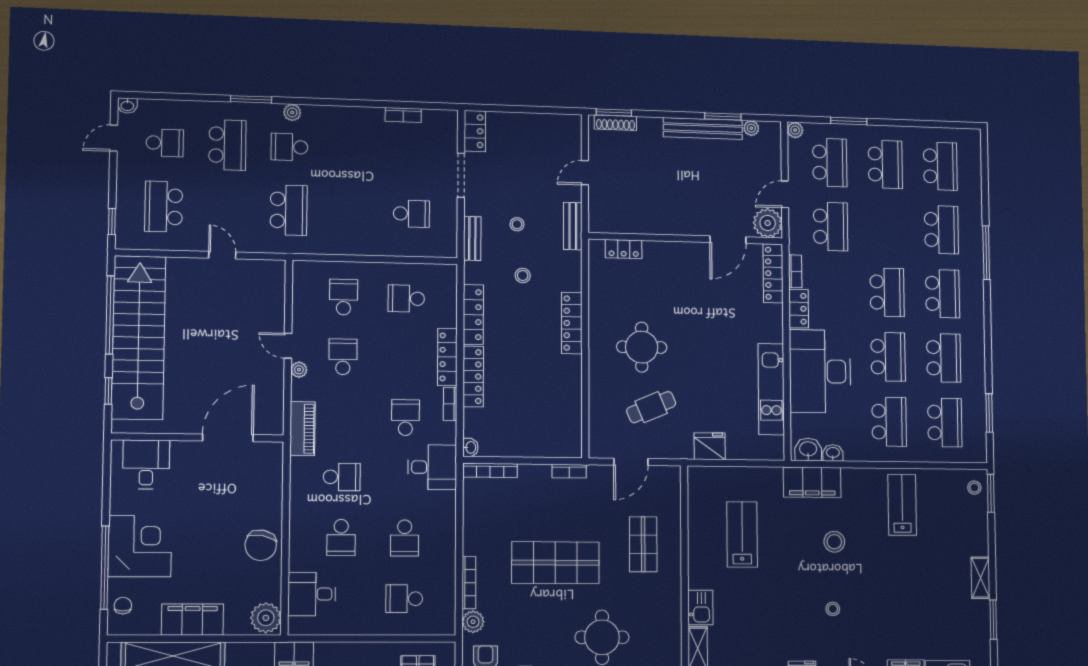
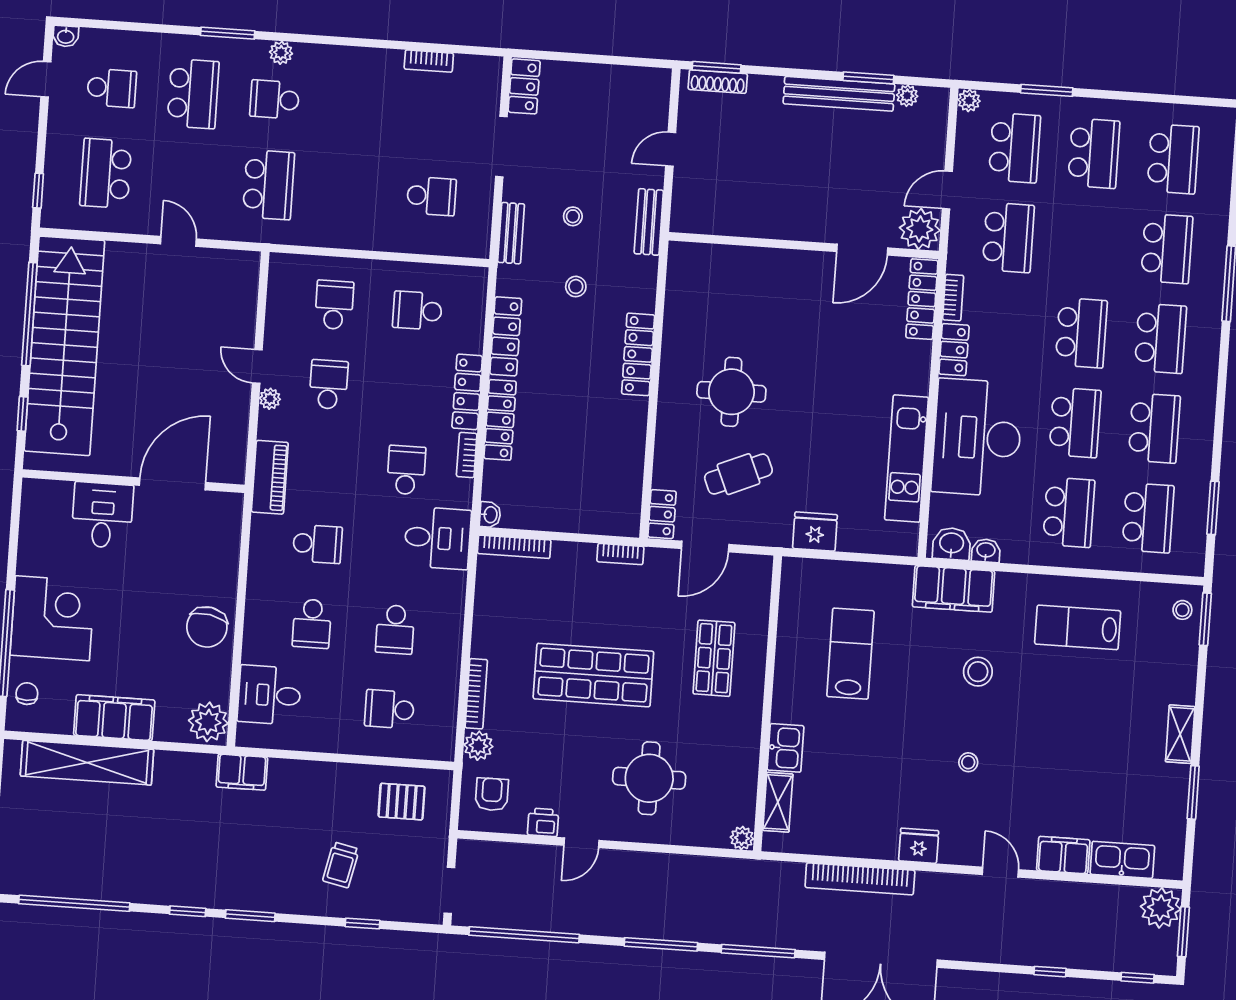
locker: (624, 249) -> (662, 514), moved, turned -90
desk: (146, 464) -> (102, 515), moved
lab bench: (902, 505) -> (1078, 627), turned -90

